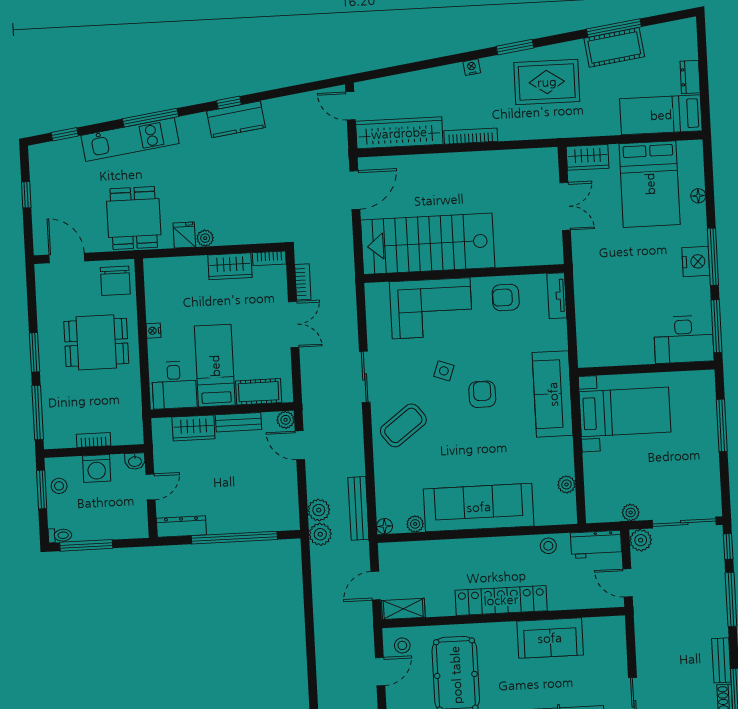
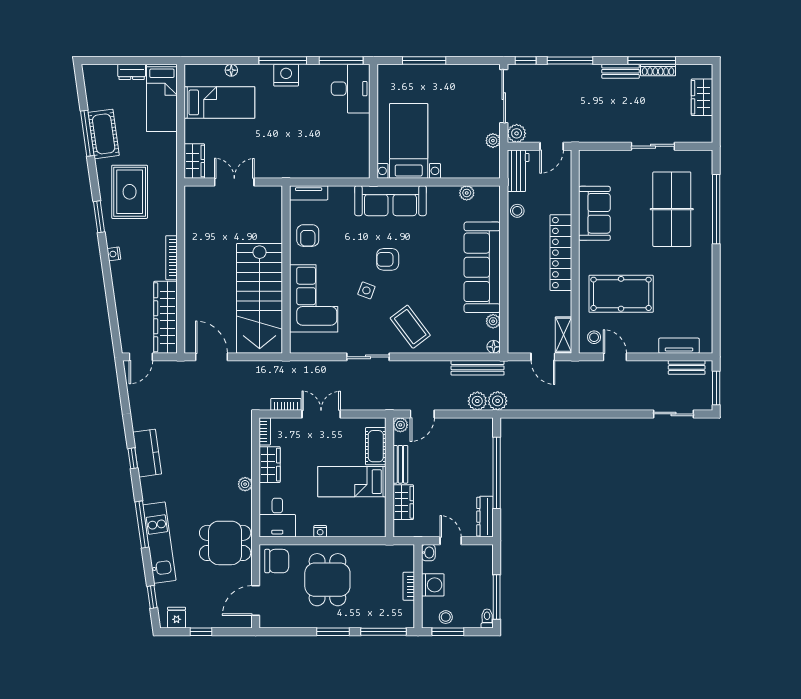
bed: (650, 184) -> (219, 102), width x0.67
fridge: (184, 235) -> (177, 618), moved, turned 90
desk: (174, 385) -> (277, 518), moved, turned 90

